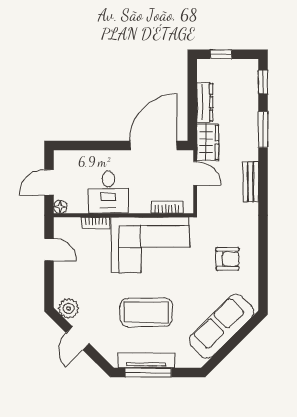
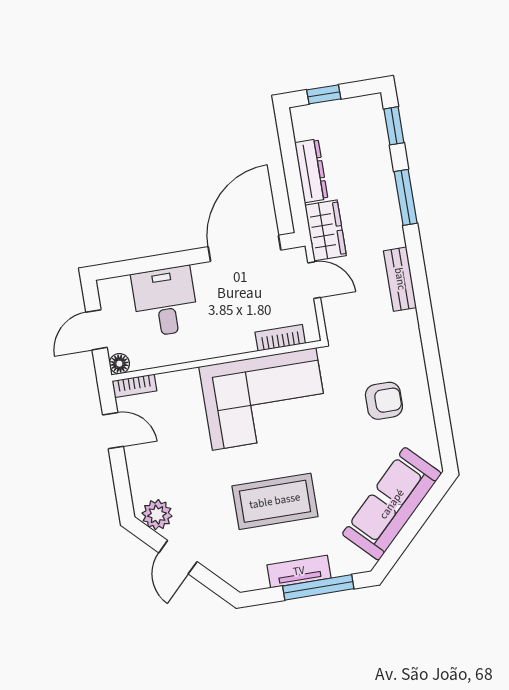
desk: (108, 192) -> (165, 302), moved, turned 180
bookcase: (96, 223) -> (134, 386), moved
tv unit: (146, 360) -> (299, 571), width x0.71
window: (148, 373) -> (318, 587), moved

